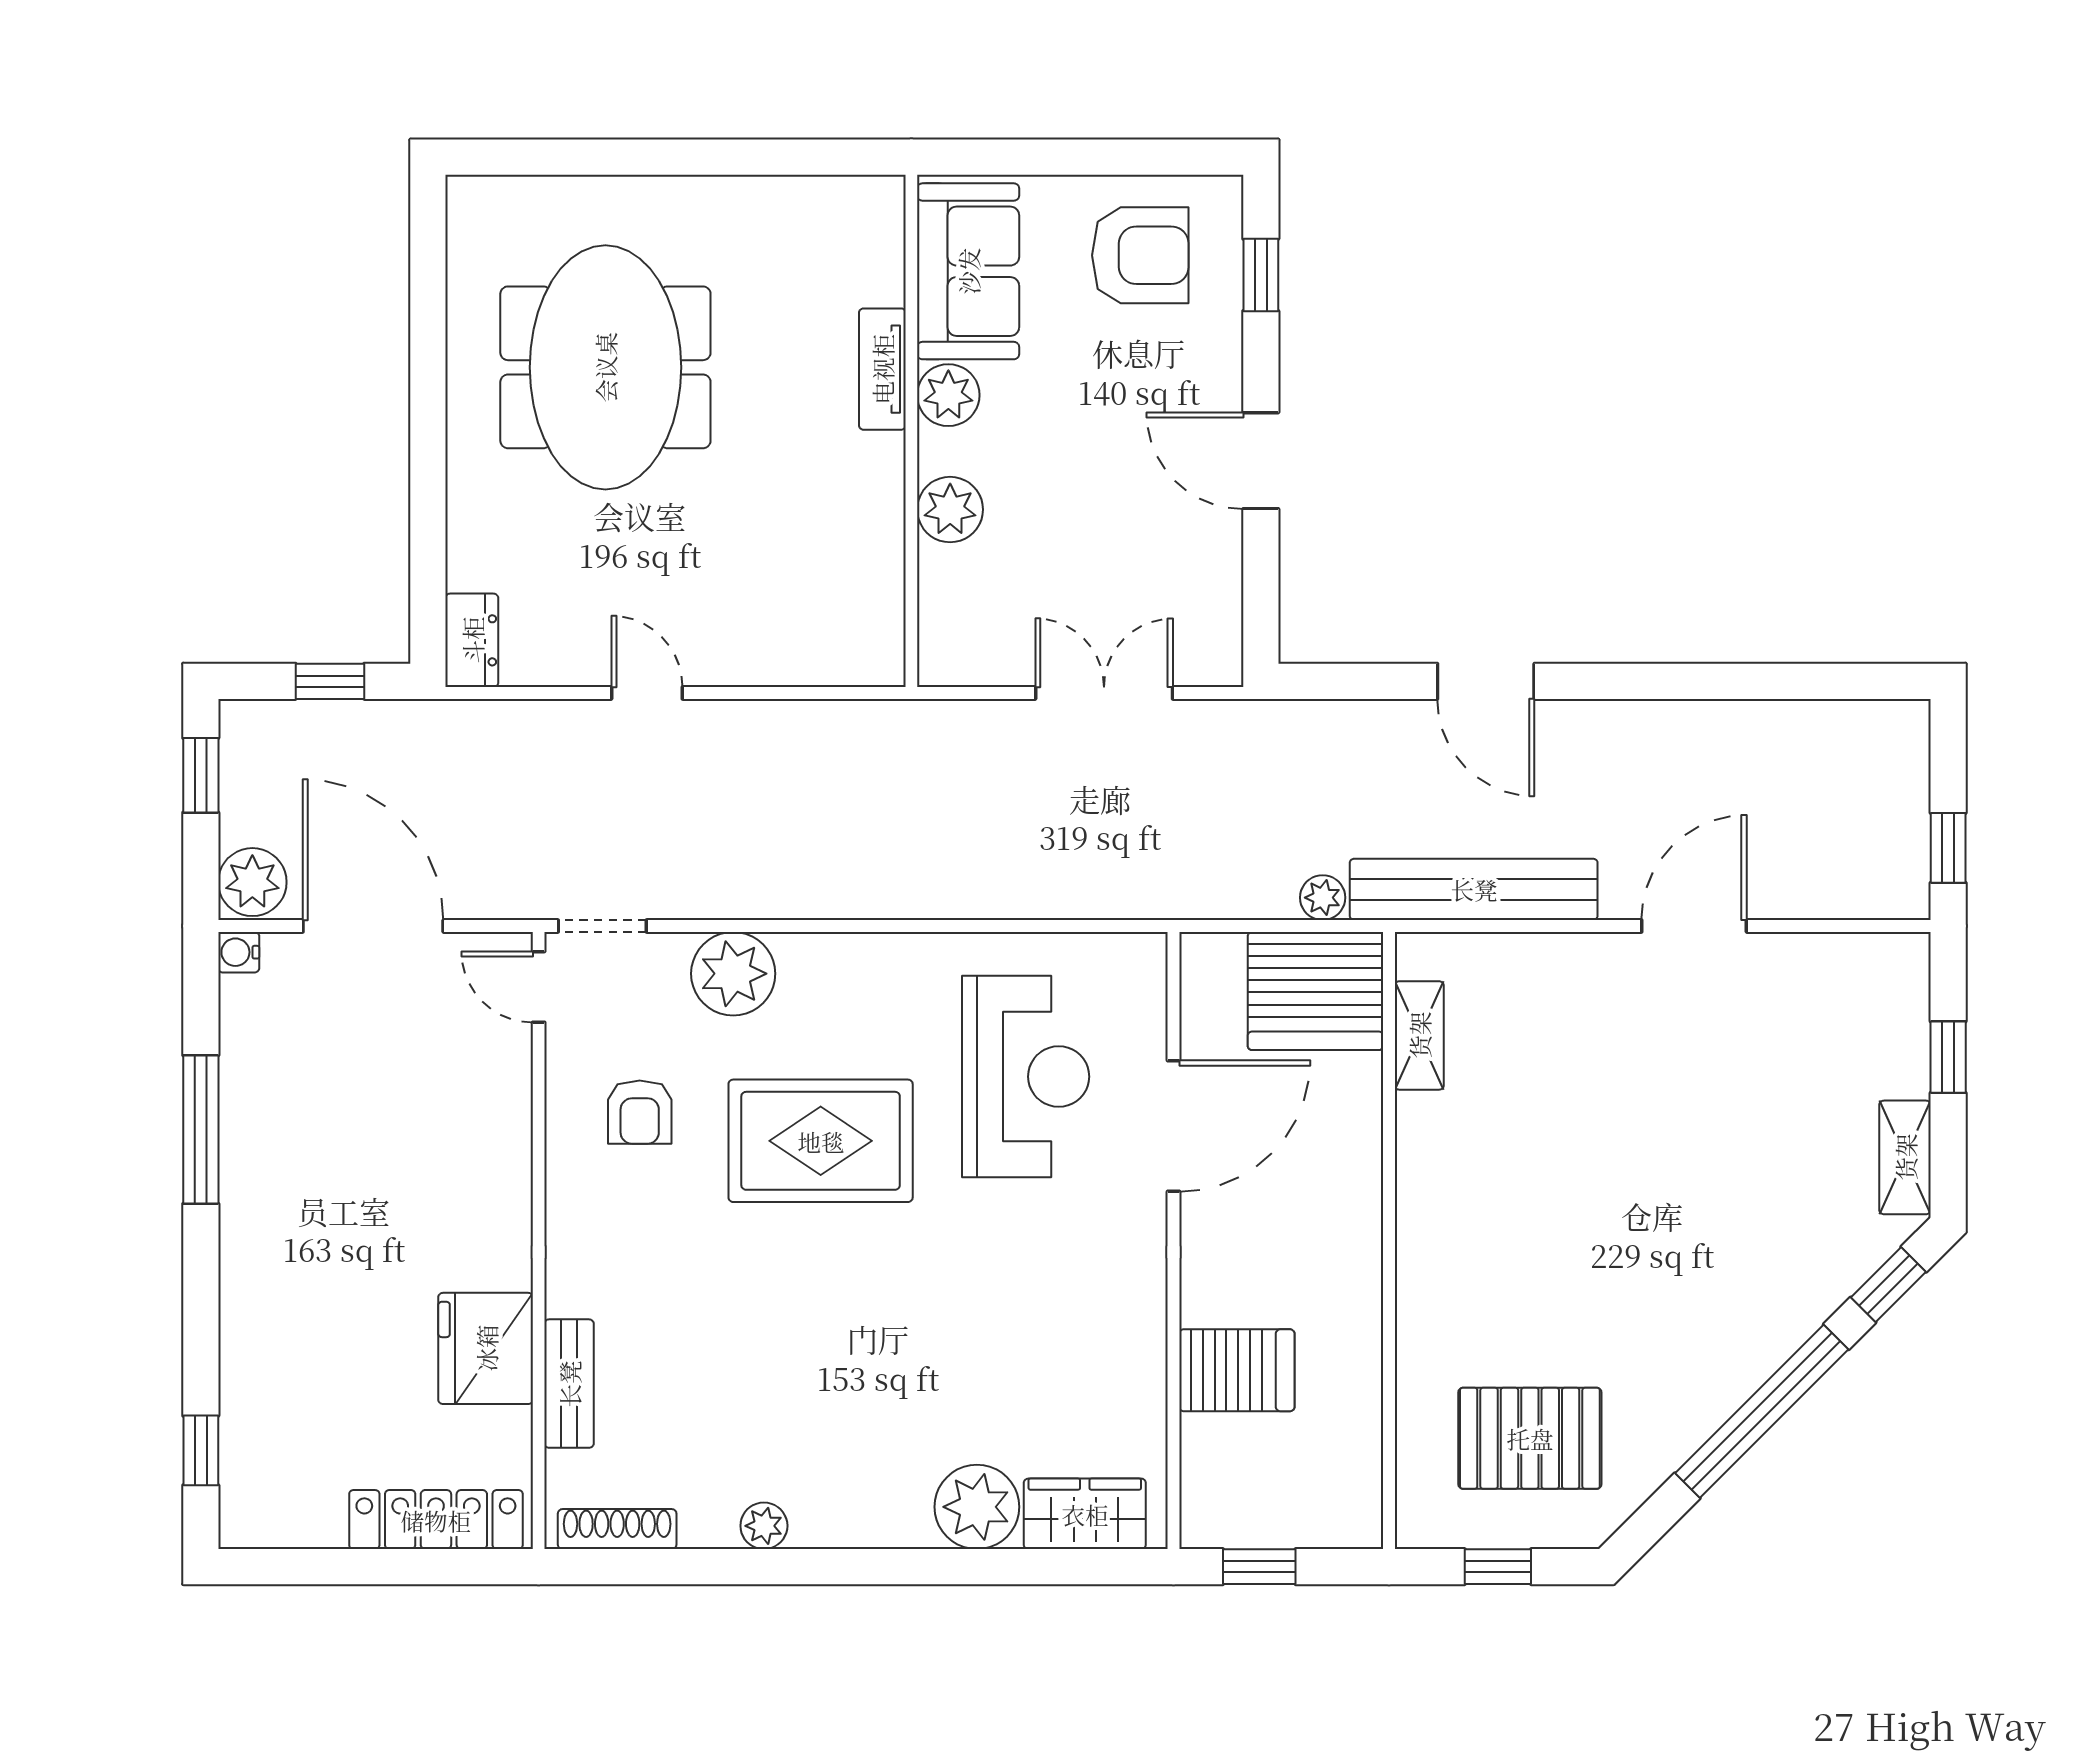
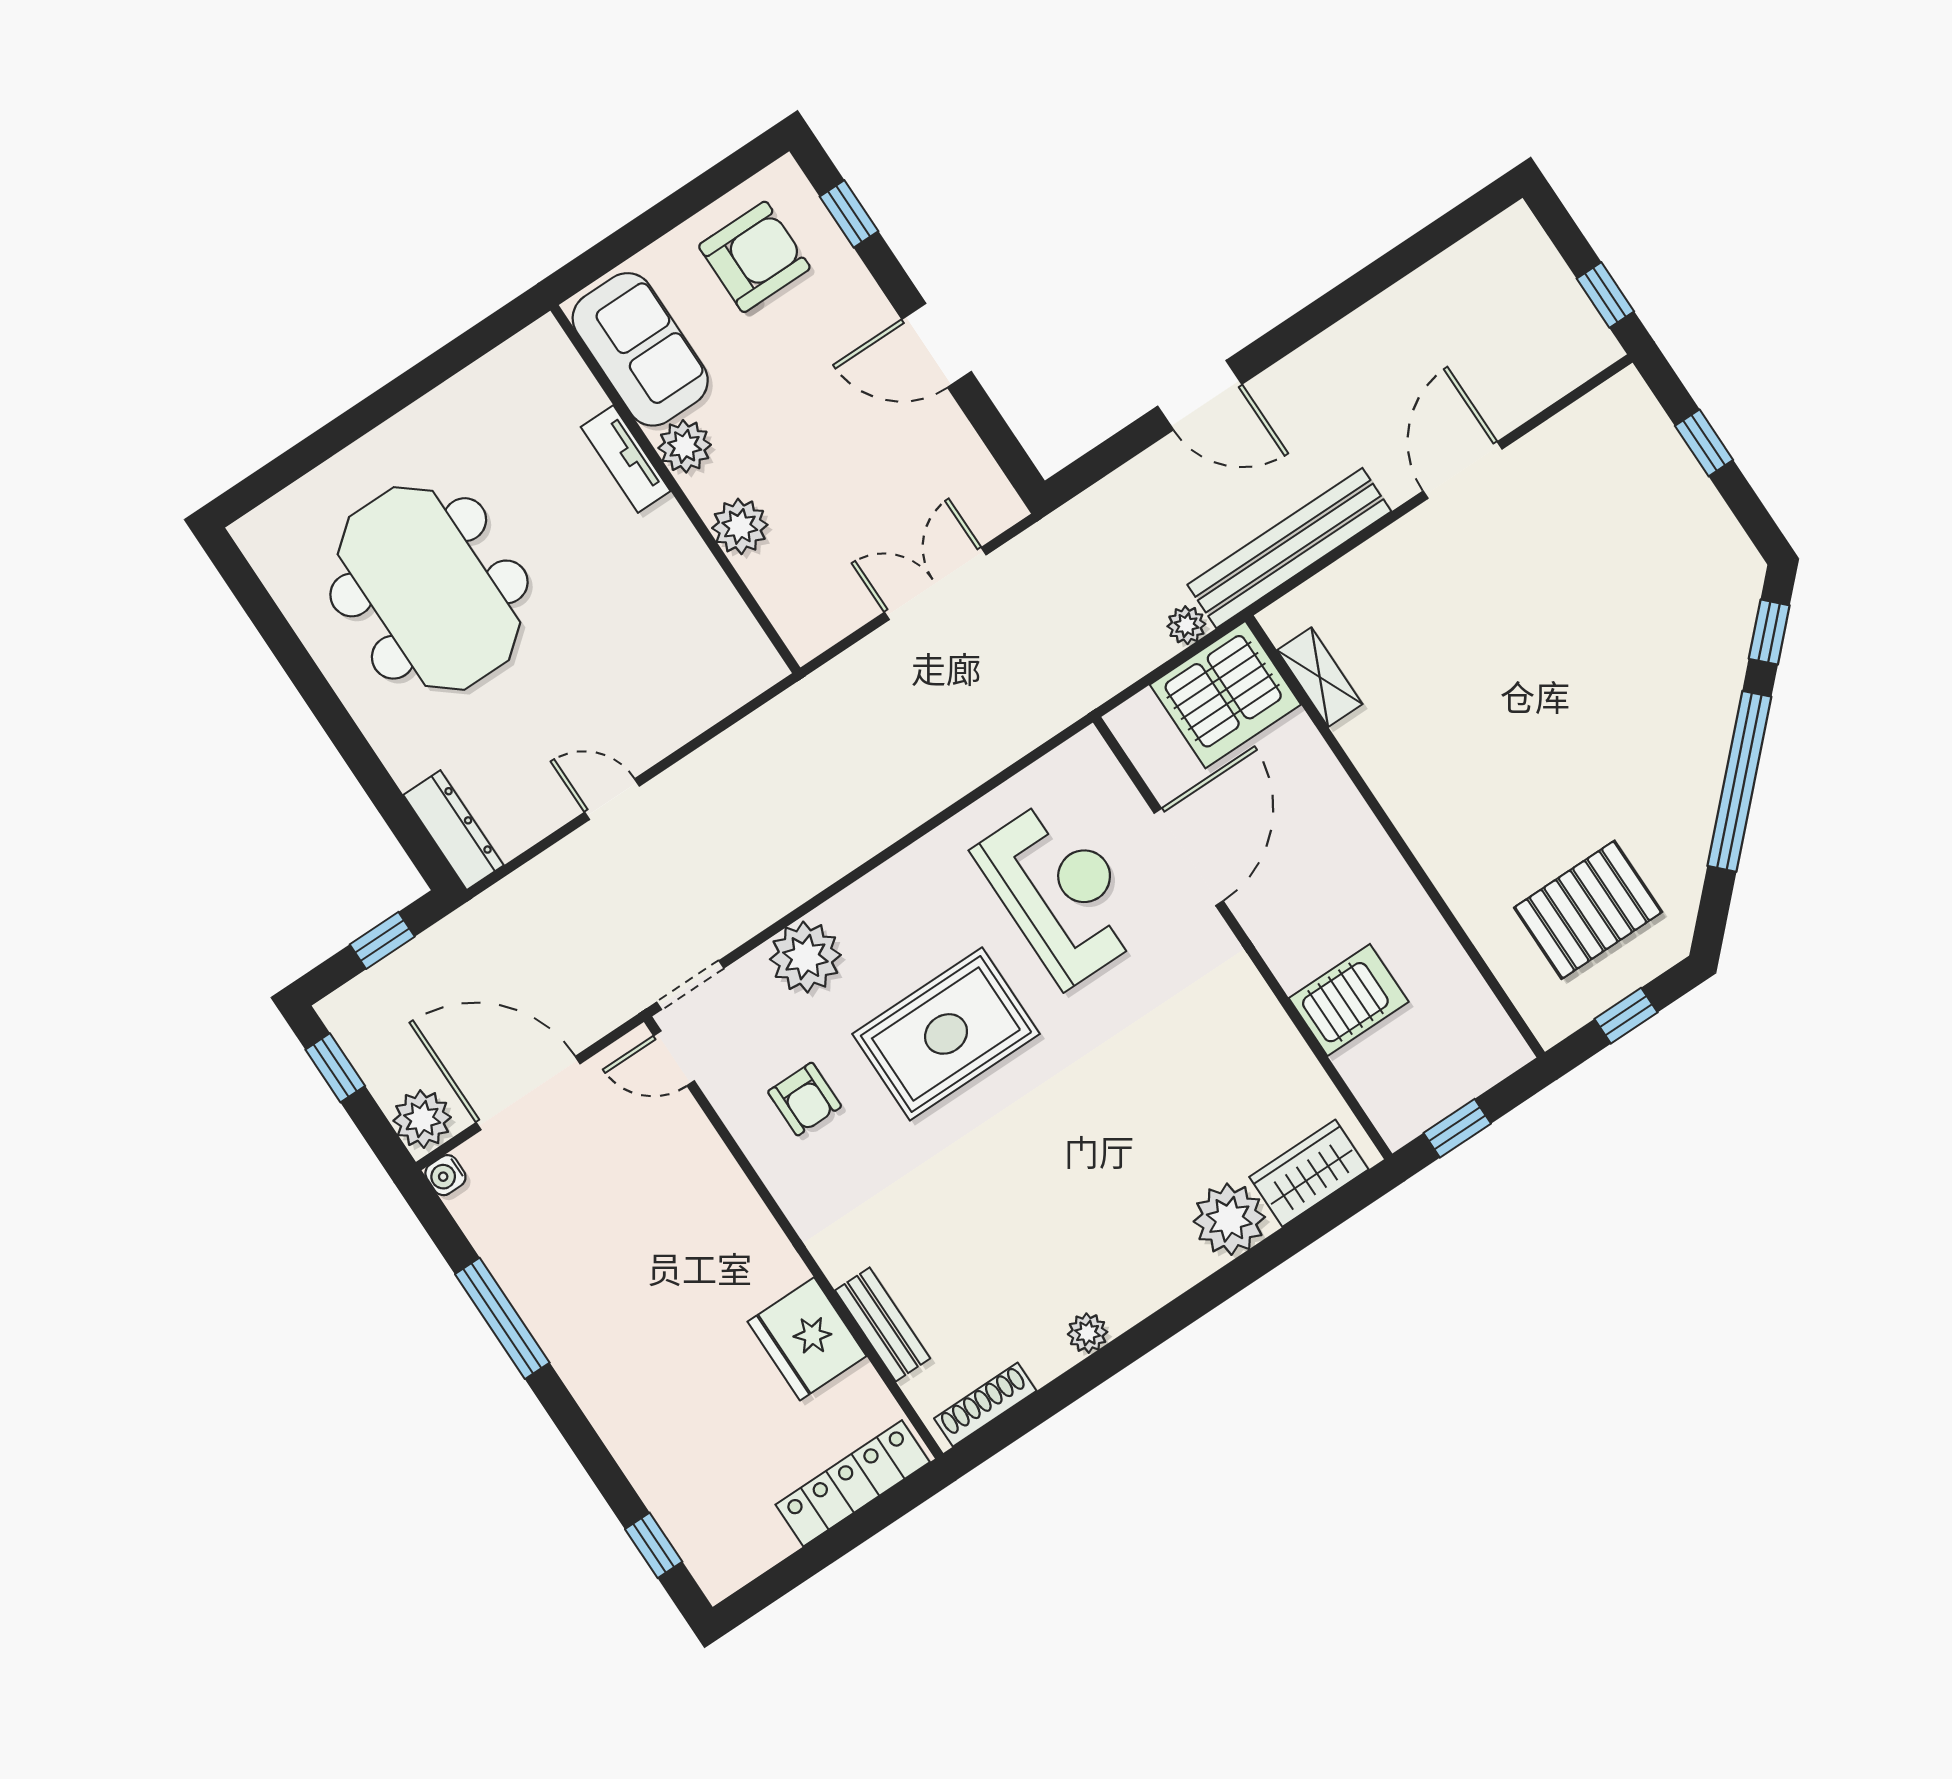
dresser: (472, 640) -> (454, 830), width x1.44
shelving: (1905, 1157) -> (1721, 534), removed

